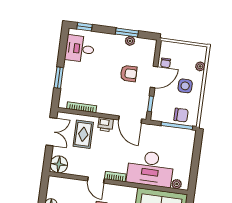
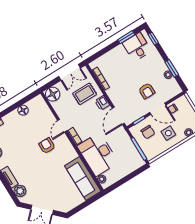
window: (59, 78) -> (126, 37), moved
chair: (181, 115) -> (148, 132), moved

